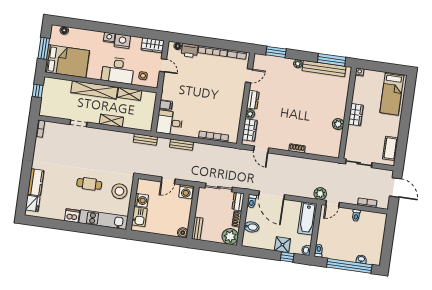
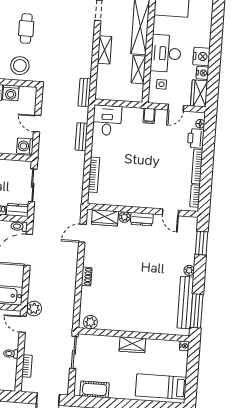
nightstand: (109, 38) -> (202, 73), moved
filing cabinet: (166, 105) -> (149, 116), moved
plant: (338, 124) -> (90, 322), moved

